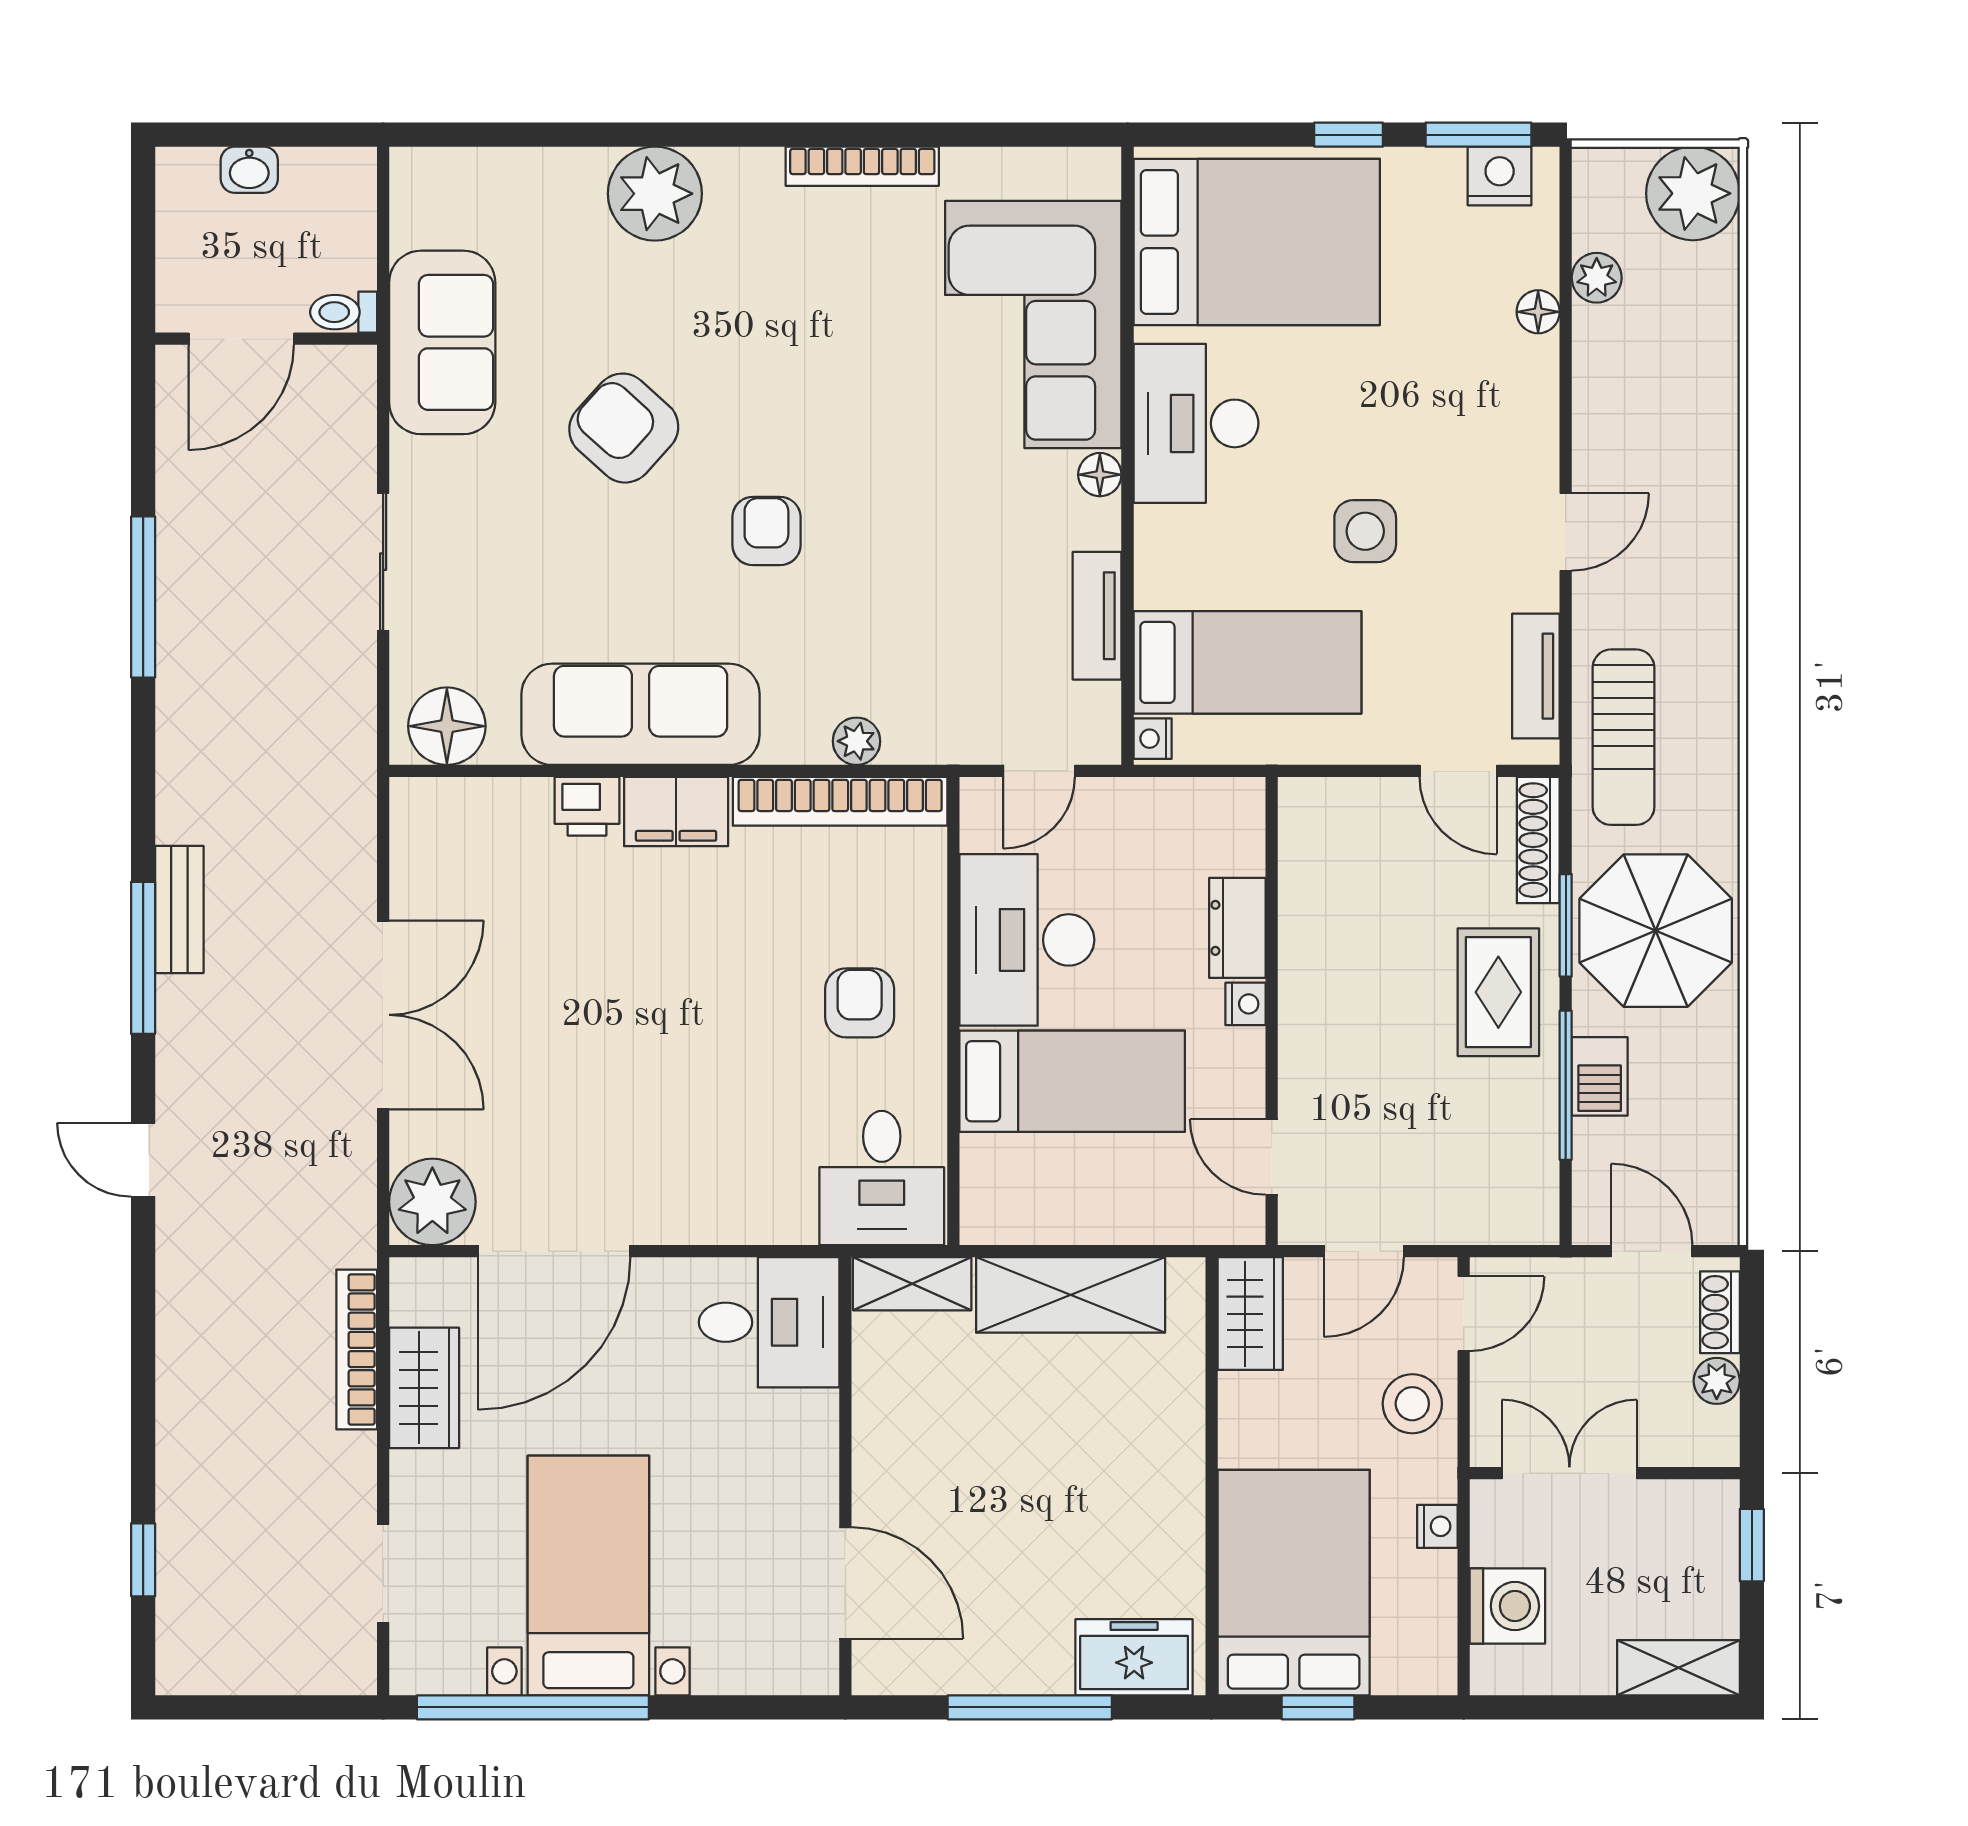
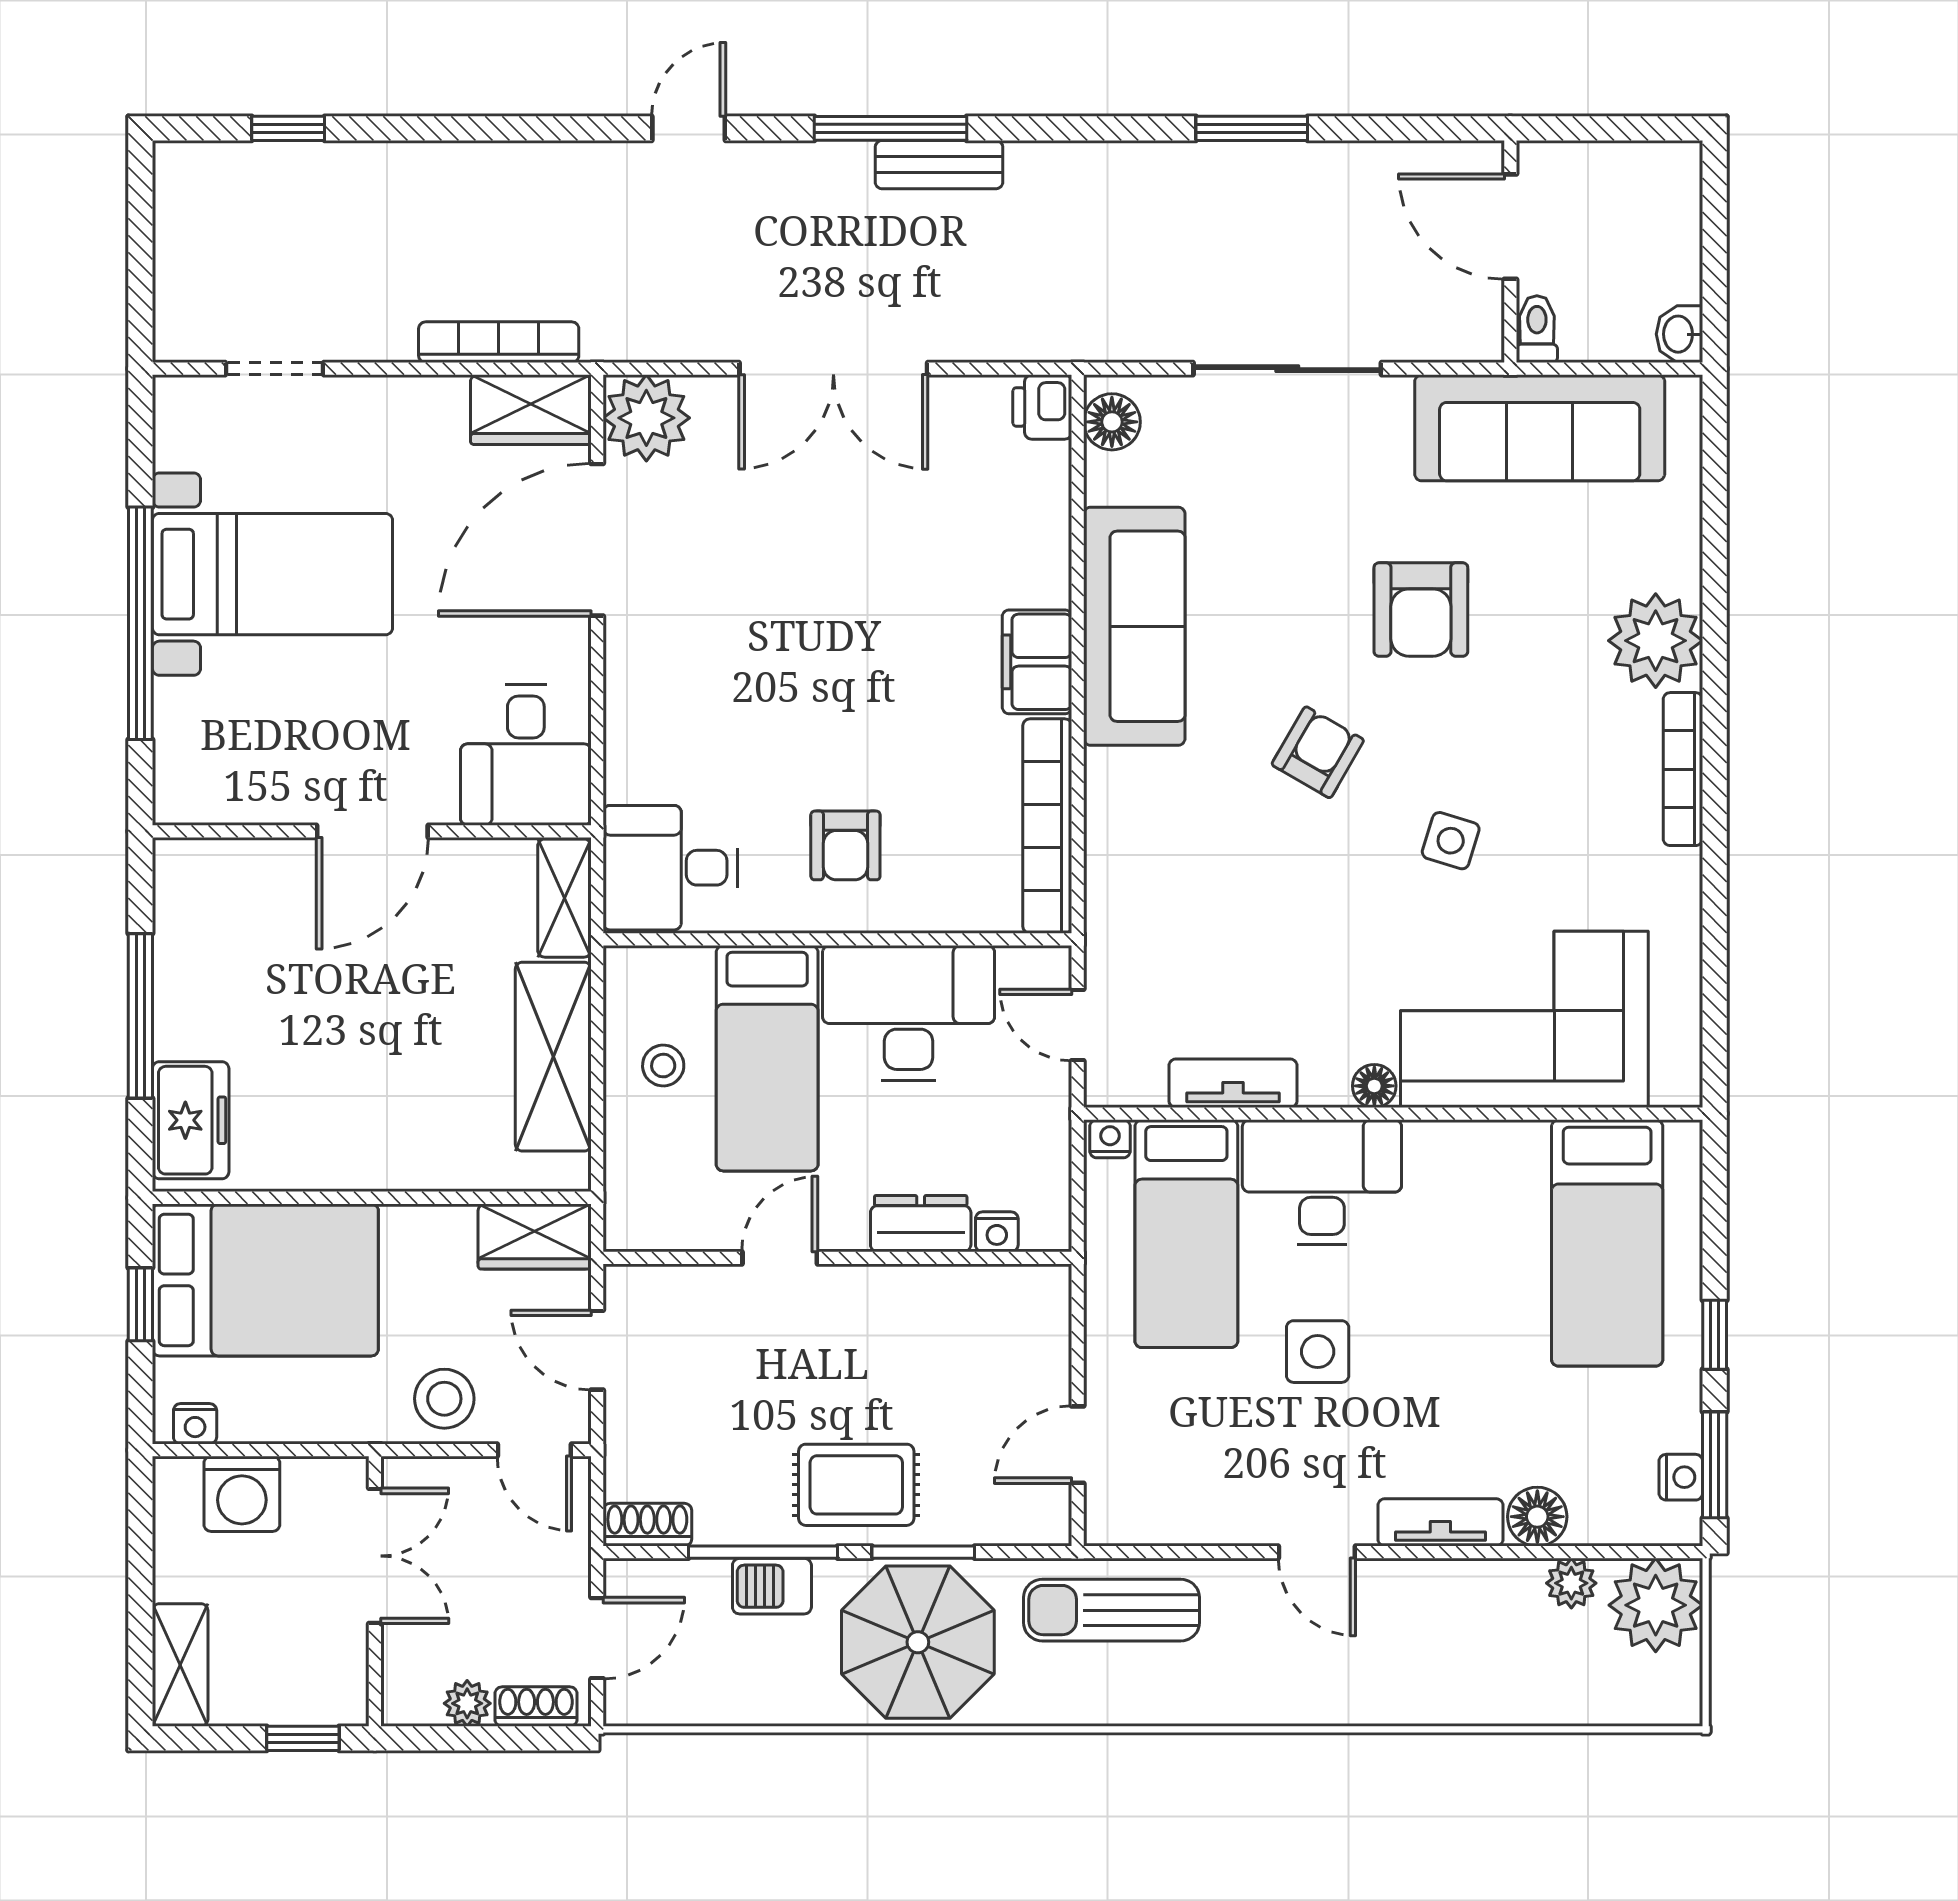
bookcase: (862, 166) -> (1683, 769), moved
washbasin: (249, 170) -> (1679, 334), moved
nightstand: (1500, 176) -> (1681, 1477), width x0.72, depth x0.74
plant: (1693, 193) -> (1656, 1605), moved
bed: (1257, 242) -> (1607, 1243), width x0.67
floor lamp: (1538, 312) -> (1537, 1517), width x1.37, depth x1.37
sofa: (442, 342) -> (1540, 428), width x1.36
side table: (855, 398) -> (1451, 841), added
desk: (1196, 423) -> (1322, 1182), moved
armchair: (624, 428) -> (1421, 609), turned 138
armchair: (766, 531) -> (1318, 752), turned -60
sliding door: (383, 562) -> (1287, 369), width x1.37
window: (143, 597) -> (1252, 128), width x0.69
tv unit: (1536, 676) -> (1440, 1522), moved
floor lamp: (447, 726) -> (1112, 422), width x0.73, depth x0.73
plant: (857, 741) -> (1107, 842), removed
printer: (587, 806) -> (1042, 407), moved
shoe rack: (1538, 840) -> (647, 1525), moved, width x0.70
armchair: (860, 1003) -> (845, 845), turned 90
nightstand: (1246, 1004) -> (997, 1232), moved
door: (1272, 1157) -> (780, 1258), moved
stool: (1079, 1185) -> (663, 1066), added
door: (554, 1251) -> (597, 540), hinge flipped
wardrobe: (424, 1388) -> (531, 410), moved
nightstand: (1437, 1526) -> (195, 1424), moved
door: (845, 1583) -> (372, 831), moved
window: (533, 1707) -> (140, 623), moved

